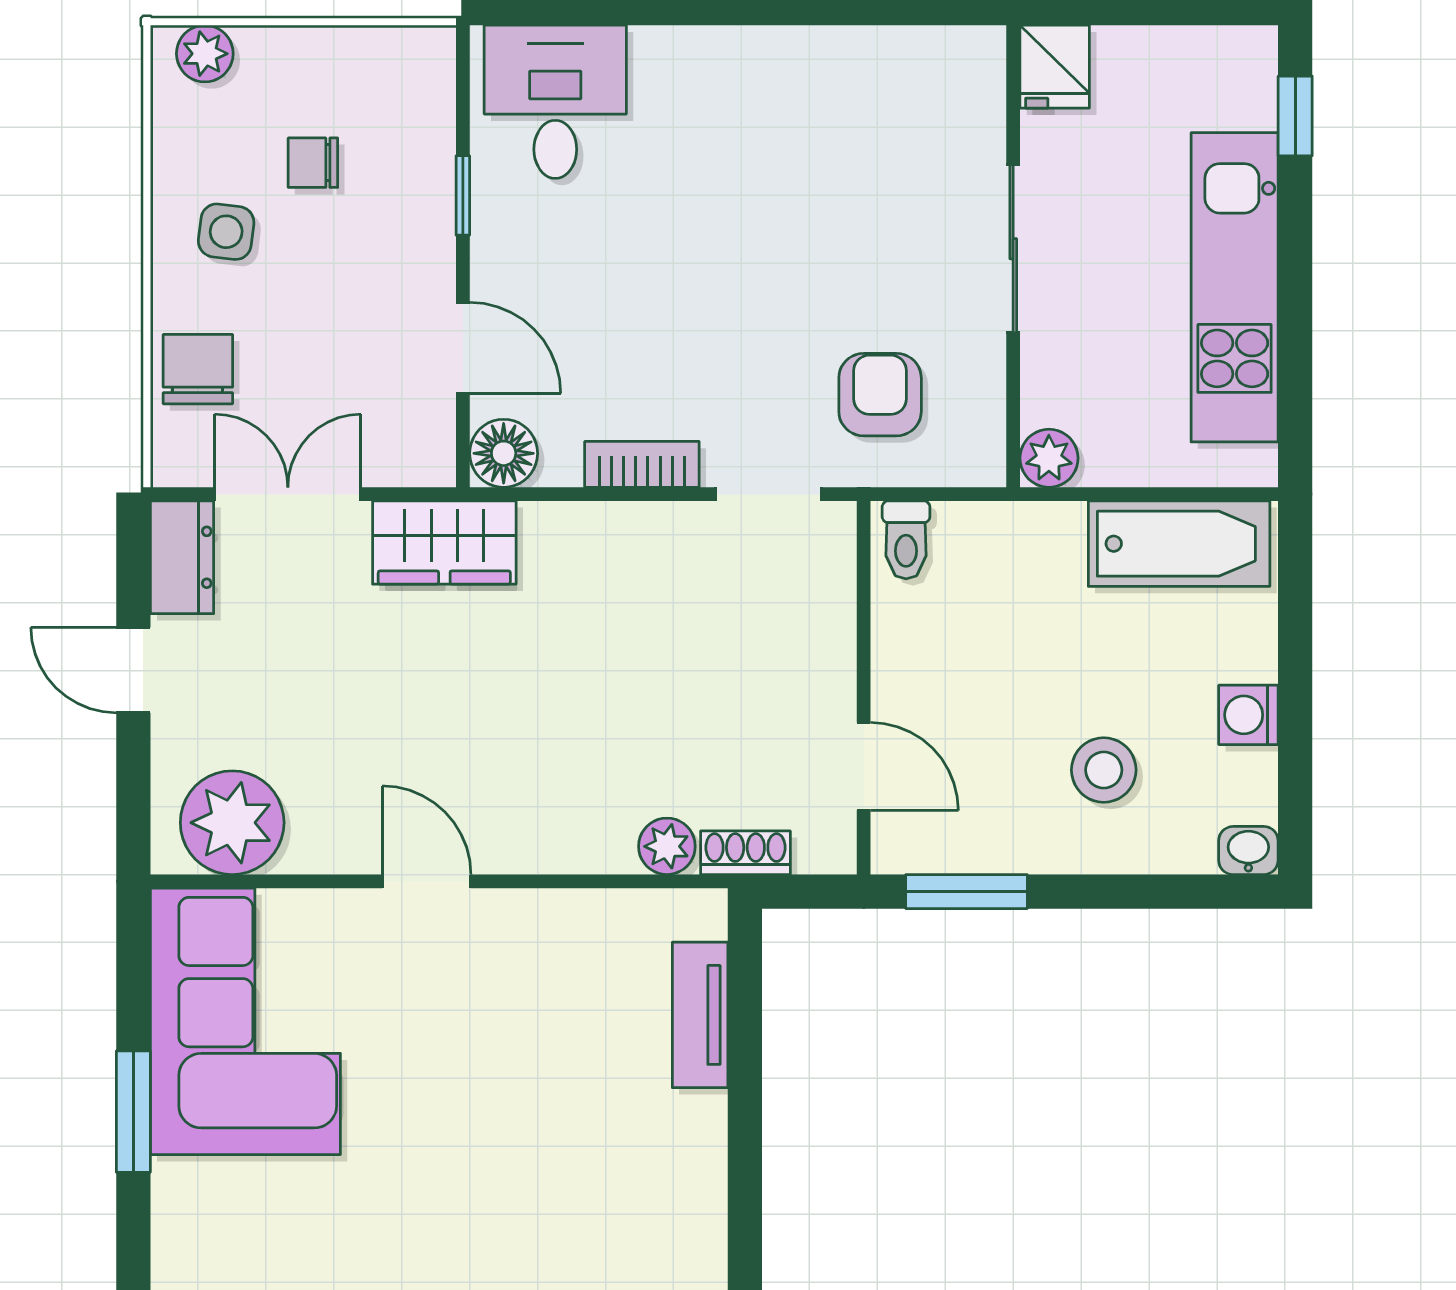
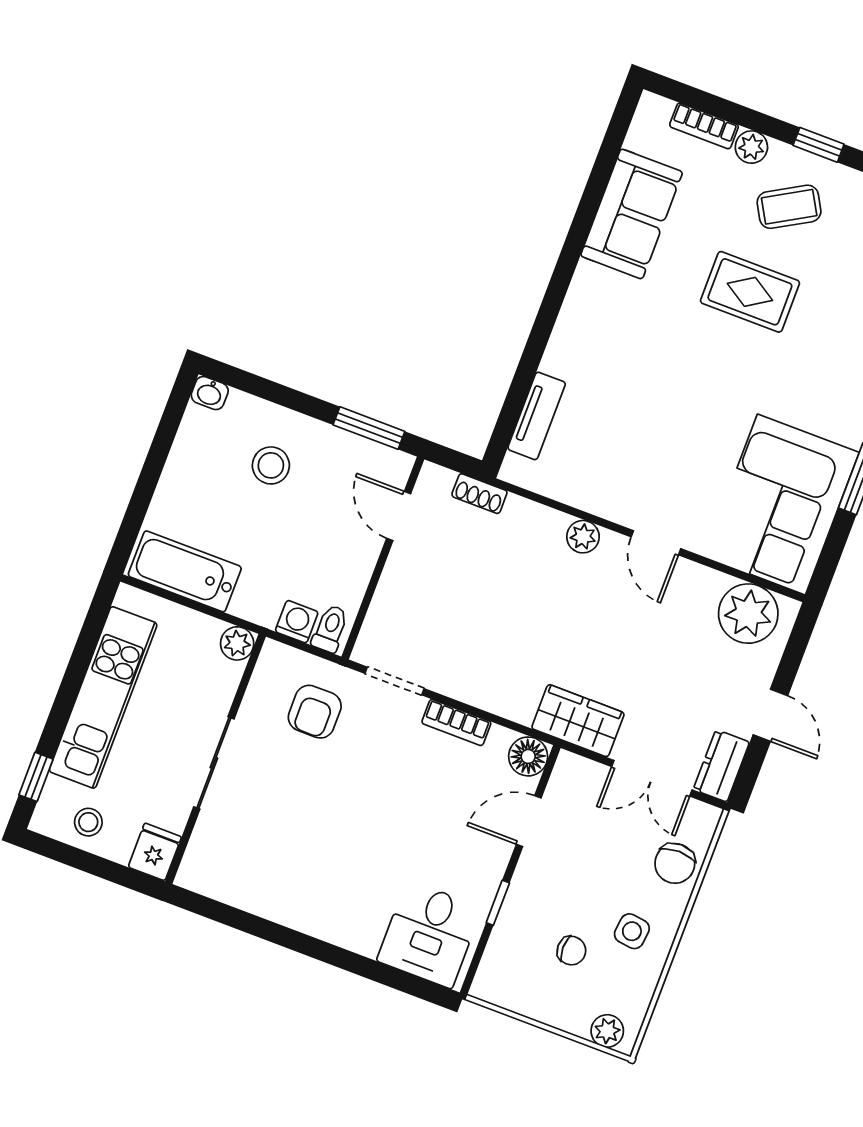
stool: (1182, 74) -> (88, 822), added
door: (463, 348) -> (529, 821), hinge flipped
washing machine: (1248, 715) -> (297, 622), moved, turned -90
plant: (667, 846) -> (583, 537), moved

